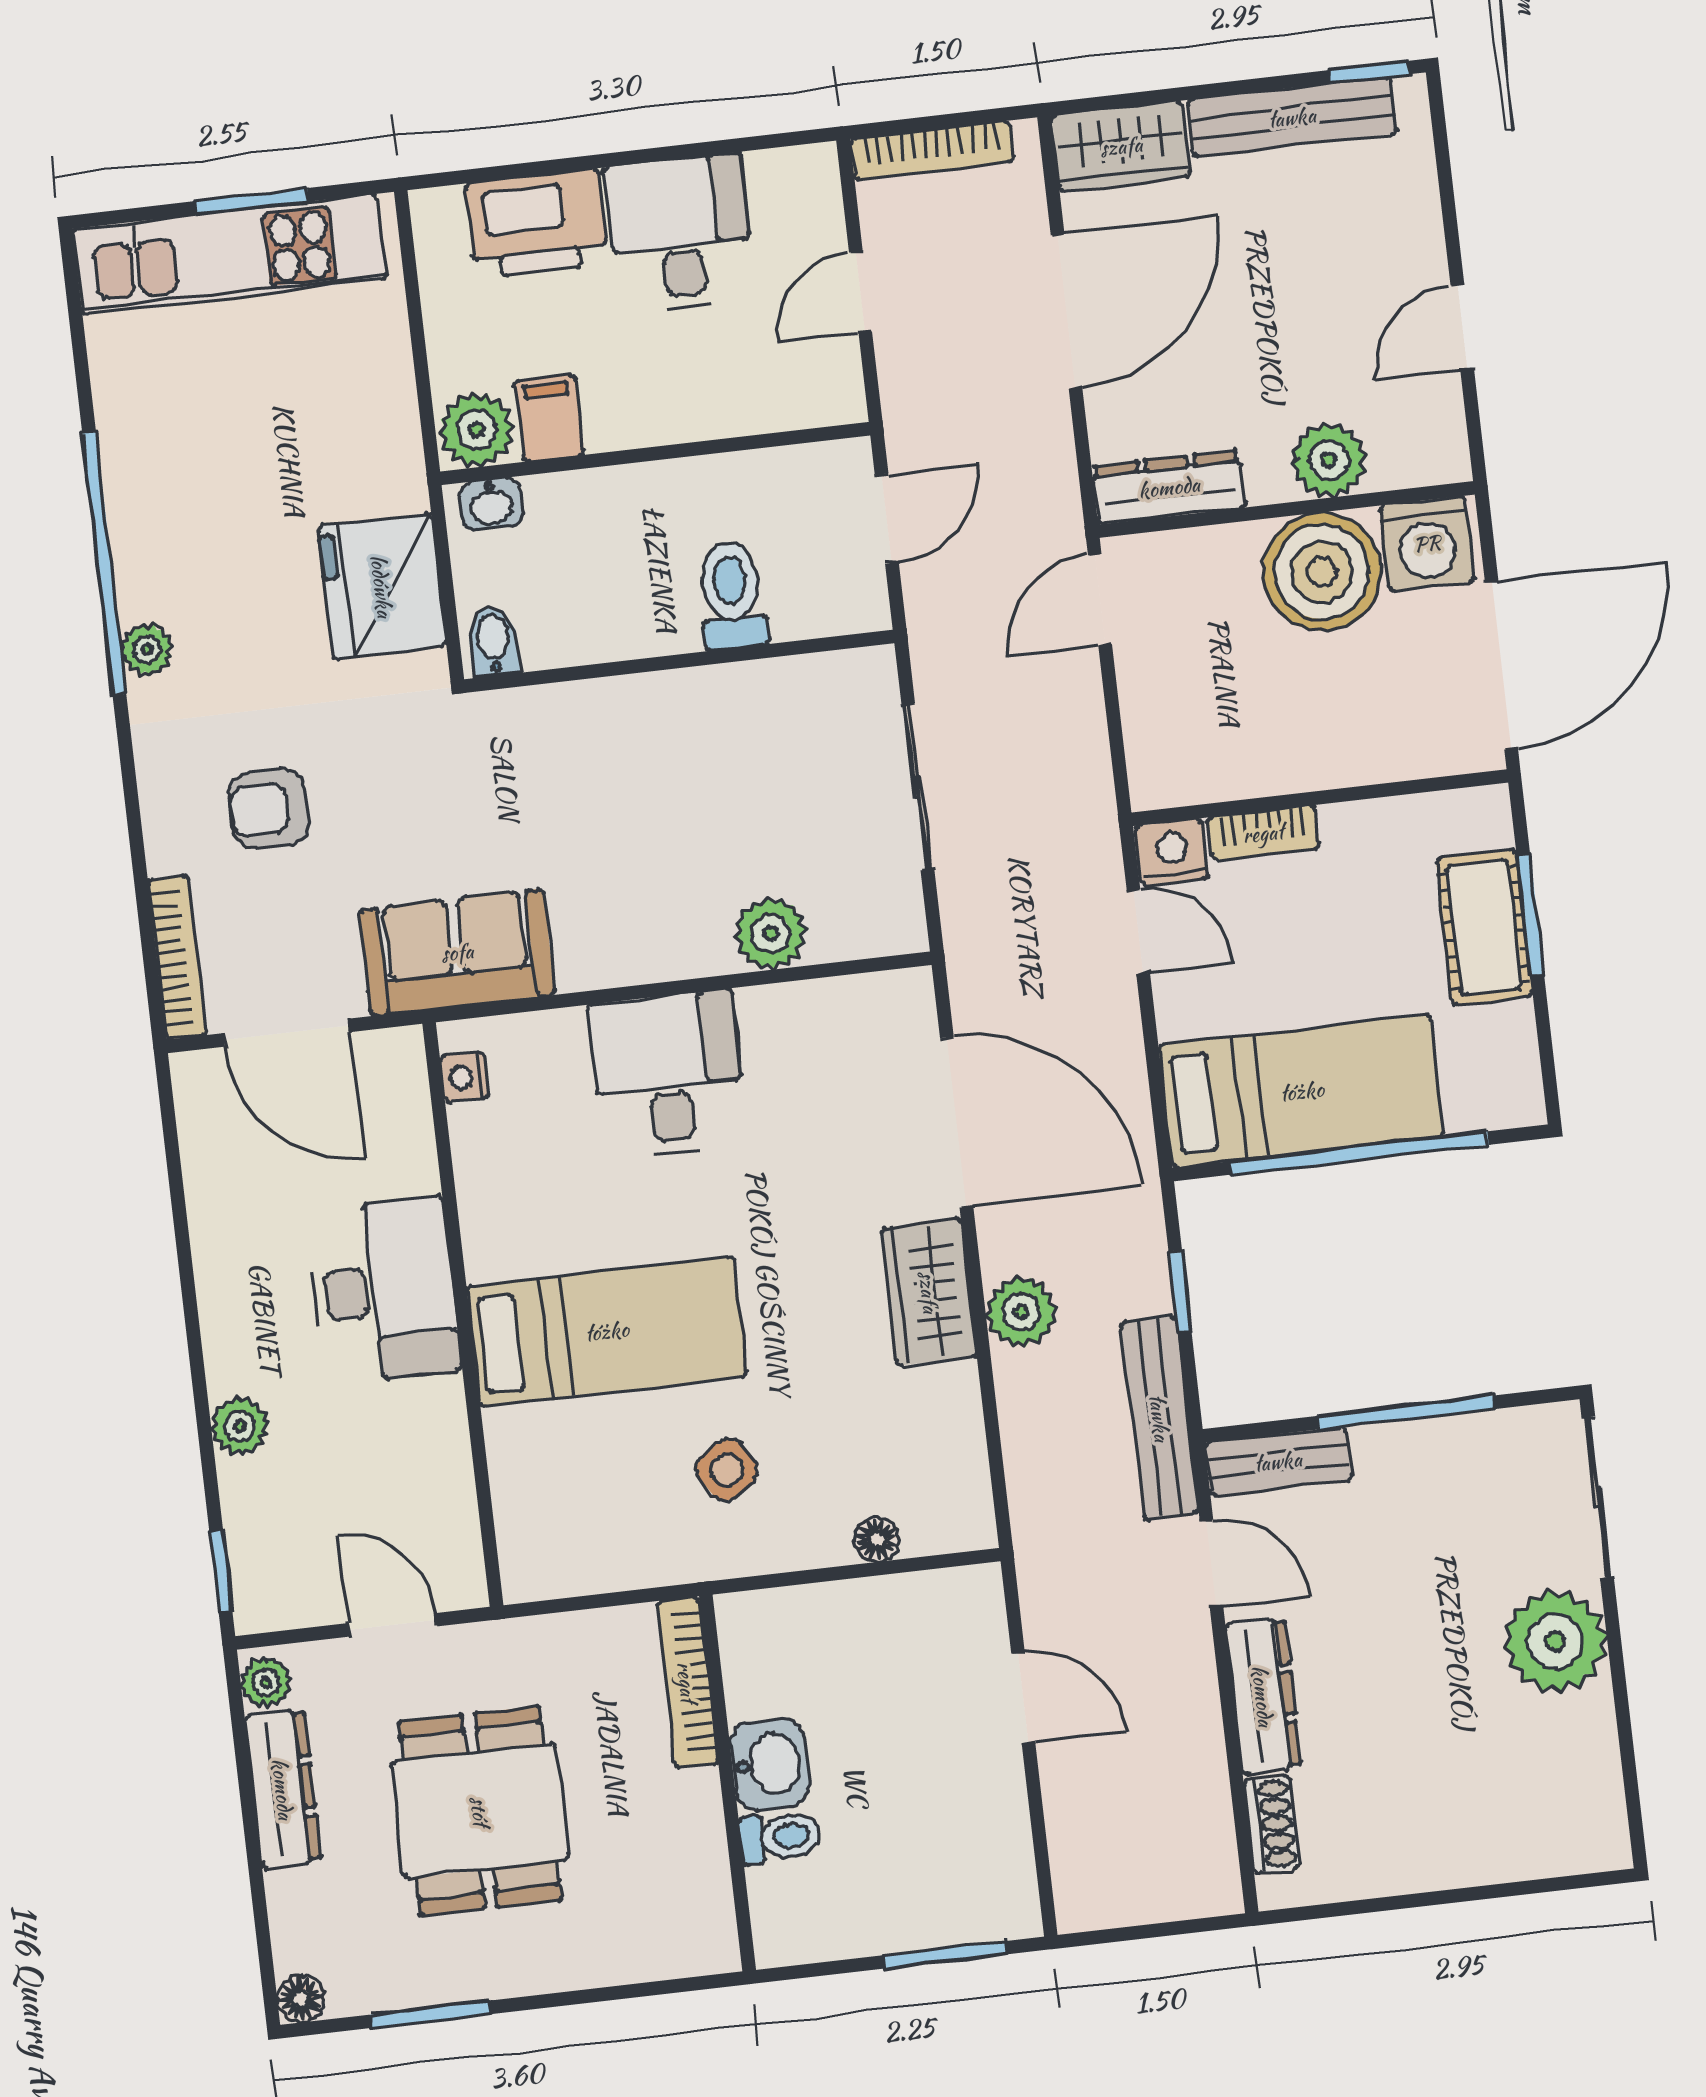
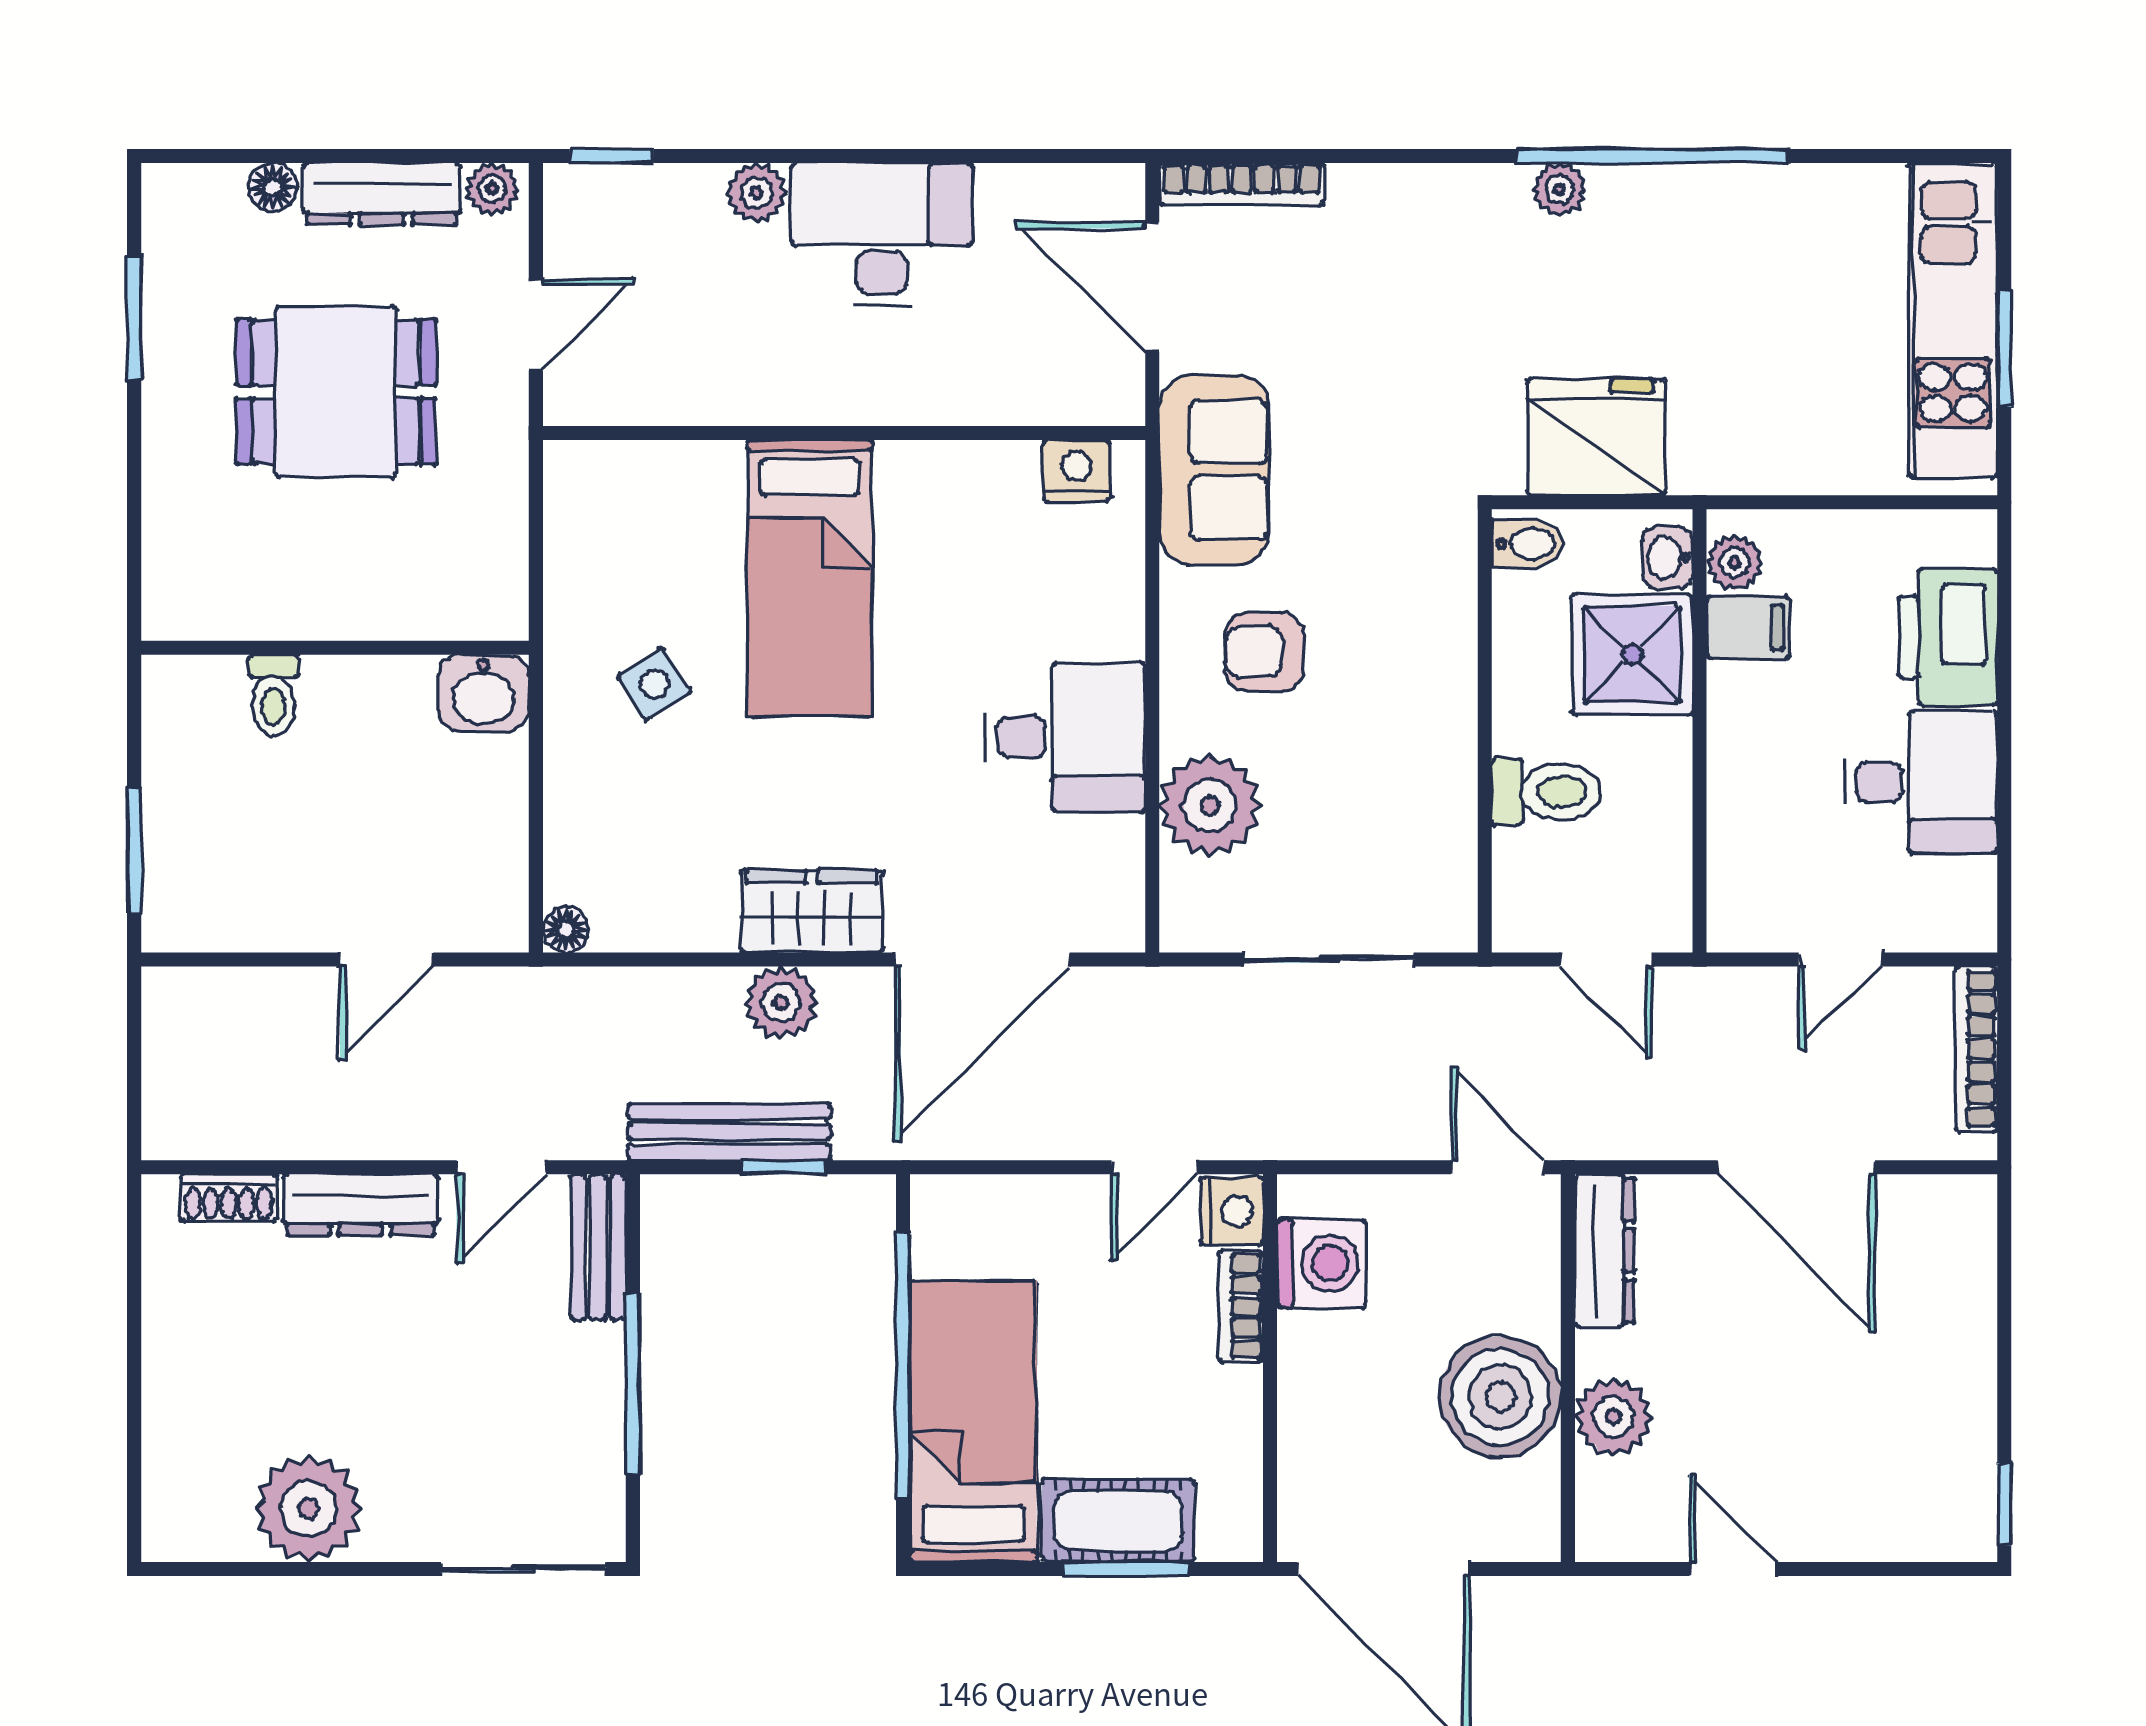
bench: (1292, 117) -> (1968, 1420), removed
wardrobe: (1121, 146) -> (1958, 1242), removed
door: (861, 292) -> (1840, 959), swing flipped
plant: (477, 430) -> (1734, 562), width x0.73, depth x0.73
shower: (589, 527) -> (1632, 655), added
washing machine: (1427, 543) -> (1321, 1264), moved, turned 180
armchair: (269, 809) -> (1264, 652), moved, turned -90
plant: (771, 933) -> (1210, 805), width x1.36, depth x1.36
door: (287, 1033) -> (1152, 287), hinge flipped
desk: (668, 1074) -> (1065, 737), moved
nightstand: (464, 1077) -> (1077, 471), width x1.39, depth x1.35
bed: (1302, 1091) -> (973, 1421), moved, turned 180
desk: (384, 1290) -> (882, 234), moved, turned 180
bench: (1160, 1418) -> (729, 1132), moved
floor lamp: (877, 1539) -> (566, 930), moved
plant: (1555, 1641) -> (308, 1509), moved
bookcase: (687, 1682) -> (442, 619), removed
washbasin: (770, 1764) -> (484, 693), moved
floor lamp: (301, 1999) -> (273, 187), moved

